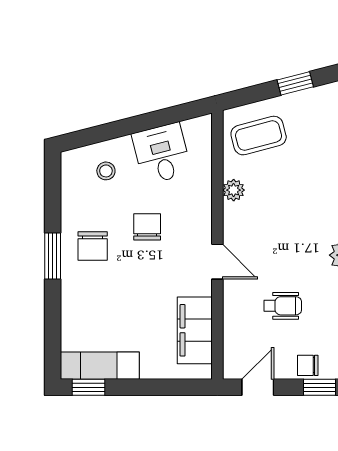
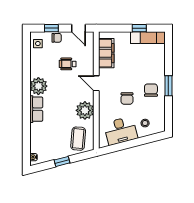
coffee table: (259, 136) -> (78, 139), turned -70
desk: (162, 154) -> (121, 131), width x1.37
plant: (234, 190) -> (85, 110), width x1.87, depth x1.87
window: (89, 387) -> (139, 28), moved
door: (258, 387) -> (79, 28), hinge flipped

